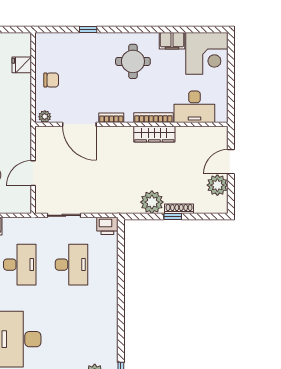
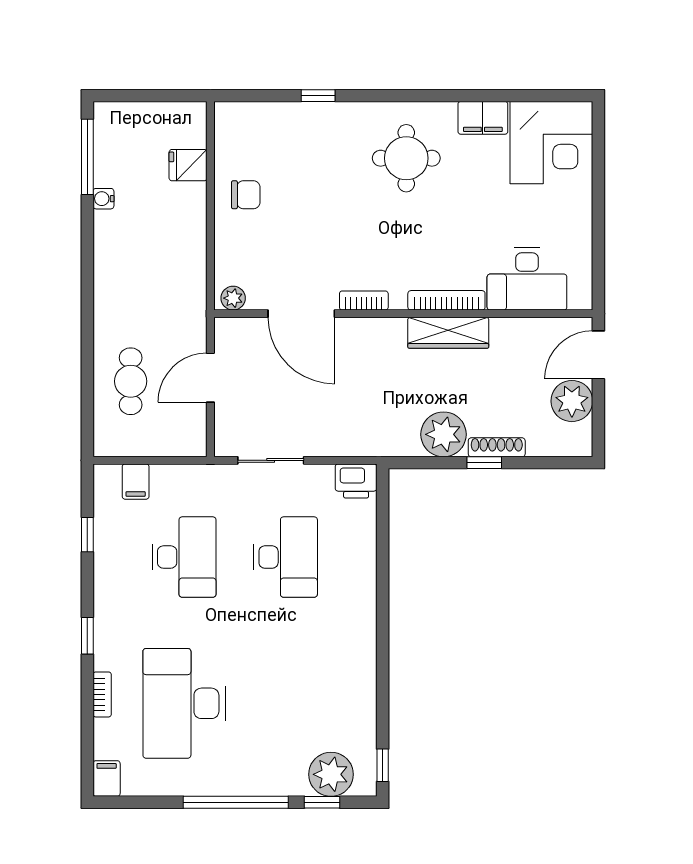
desk: (194, 107) -> (527, 279), moved
plant: (45, 117) -> (233, 298), moved
bookcase: (111, 118) -> (364, 300), moved
bookcase: (153, 118) -> (446, 300), moved
door: (79, 124) -> (301, 314), moved
wall: (131, 124) -> (403, 314), moved
wardrobe: (154, 134) -> (448, 333), moved

